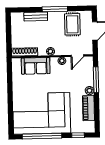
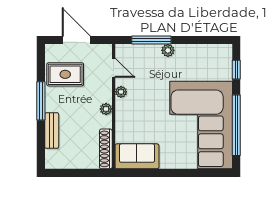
sofa: (36, 66) -> (137, 156), moved, turned -90
piano: (89, 108) -> (195, 53), removed

